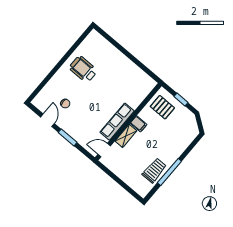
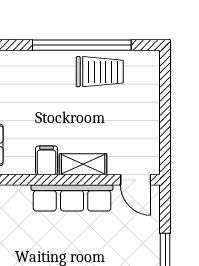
trolley: (154, 170) -> (100, 72), turned 180
window: (169, 172) -> (82, 45), width x1.46

